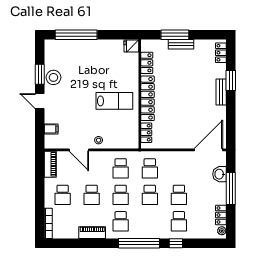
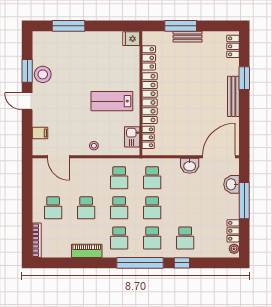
window: (76, 35) -> (68, 26), width x0.68
bench: (221, 92) -> (233, 96), width x1.36
lab bench: (114, 101) -> (112, 101), turned 180
kitchen sink: (132, 132) -> (132, 137), added
door: (79, 150) -> (58, 157), moved
washbasin: (183, 158) -> (190, 166), added
piano: (50, 164) -> (39, 173), removed
school desk: (179, 195) -> (152, 238), moved

